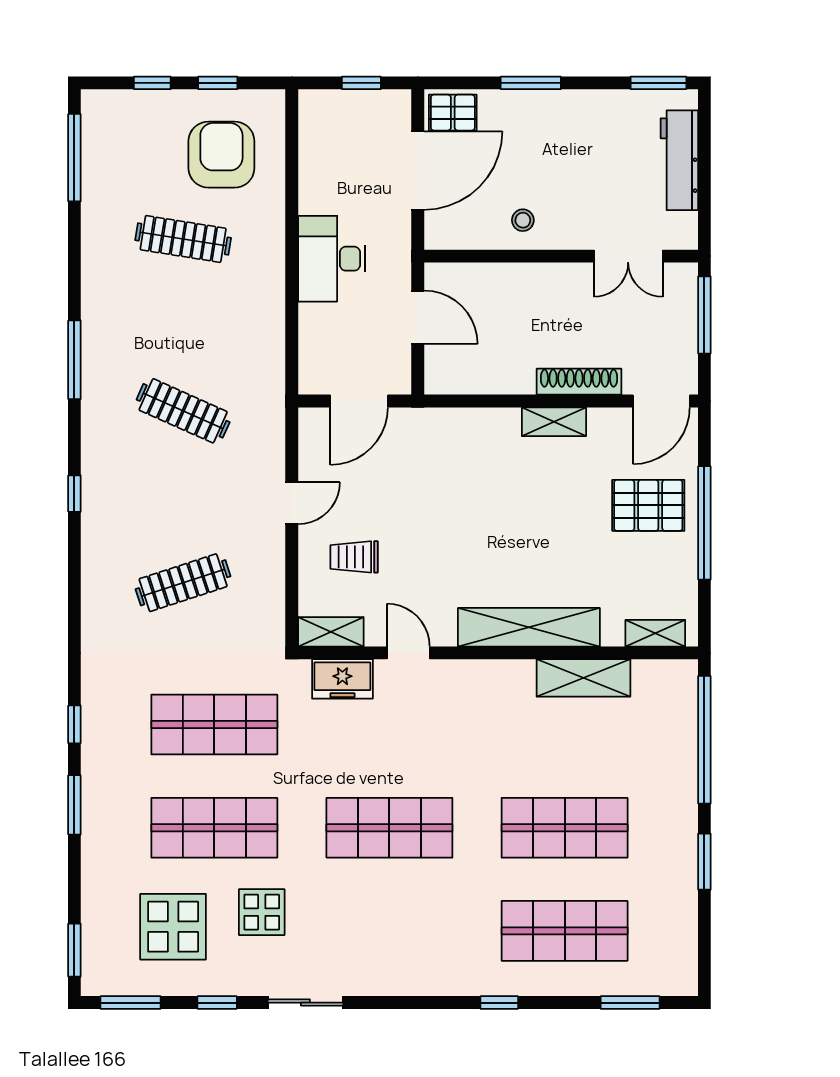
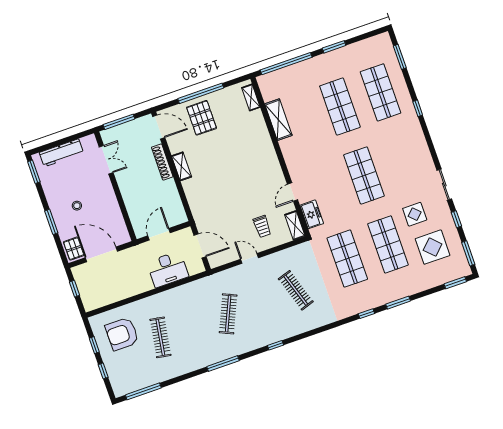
stool: (523, 220) -> (77, 206), moved
desk: (332, 259) -> (168, 269), moved
shelving: (529, 627) -> (266, 148), removed

